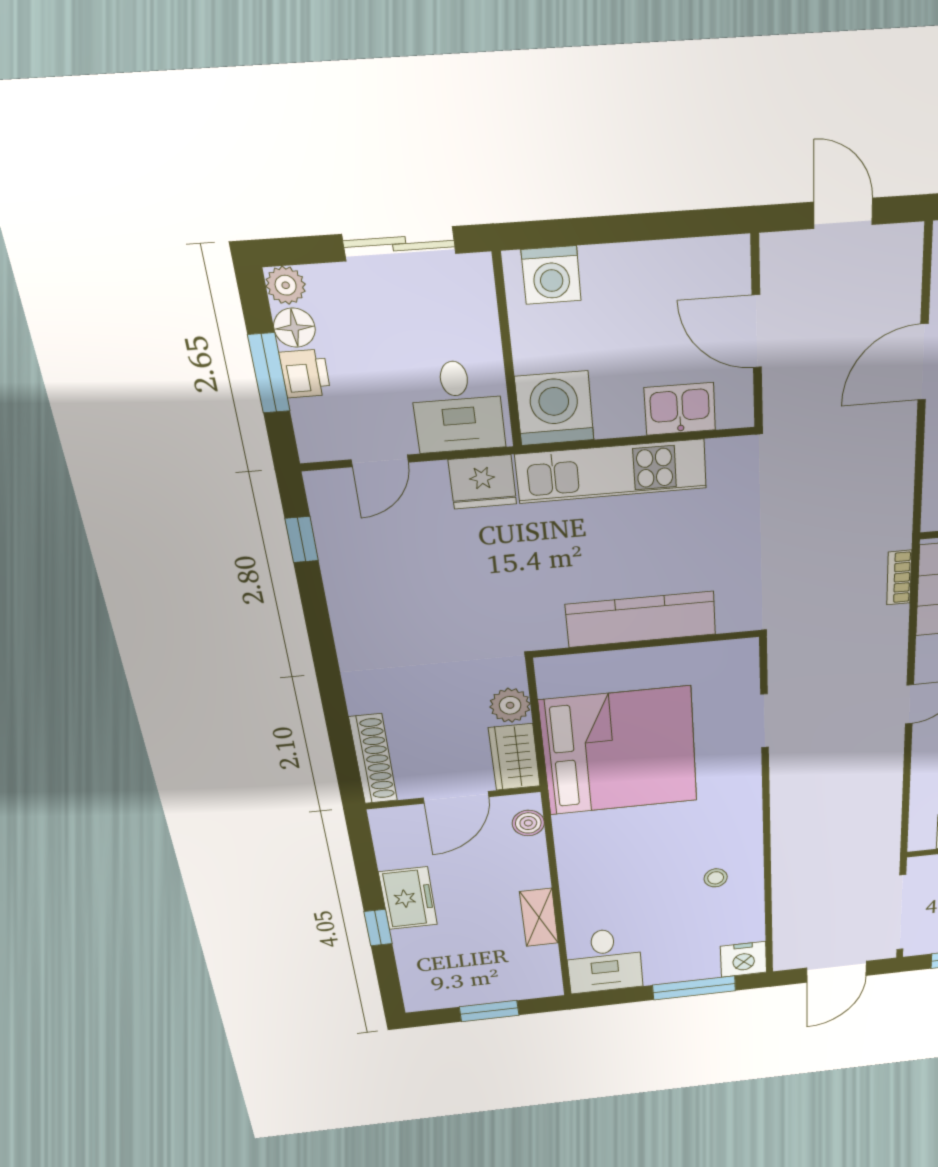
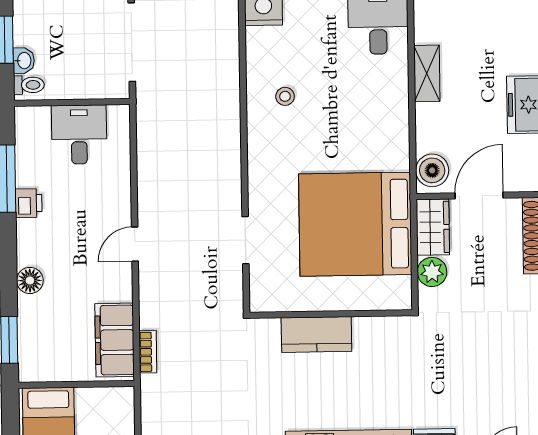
kitchen counter: (641, 619) -> (316, 334), width x0.67
boiler: (528, 823) -> (432, 170), width x1.36, depth x1.36

